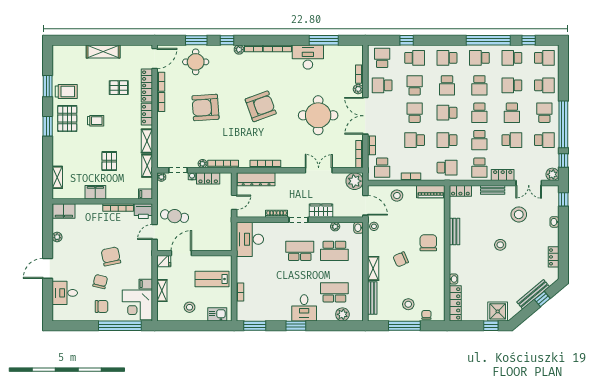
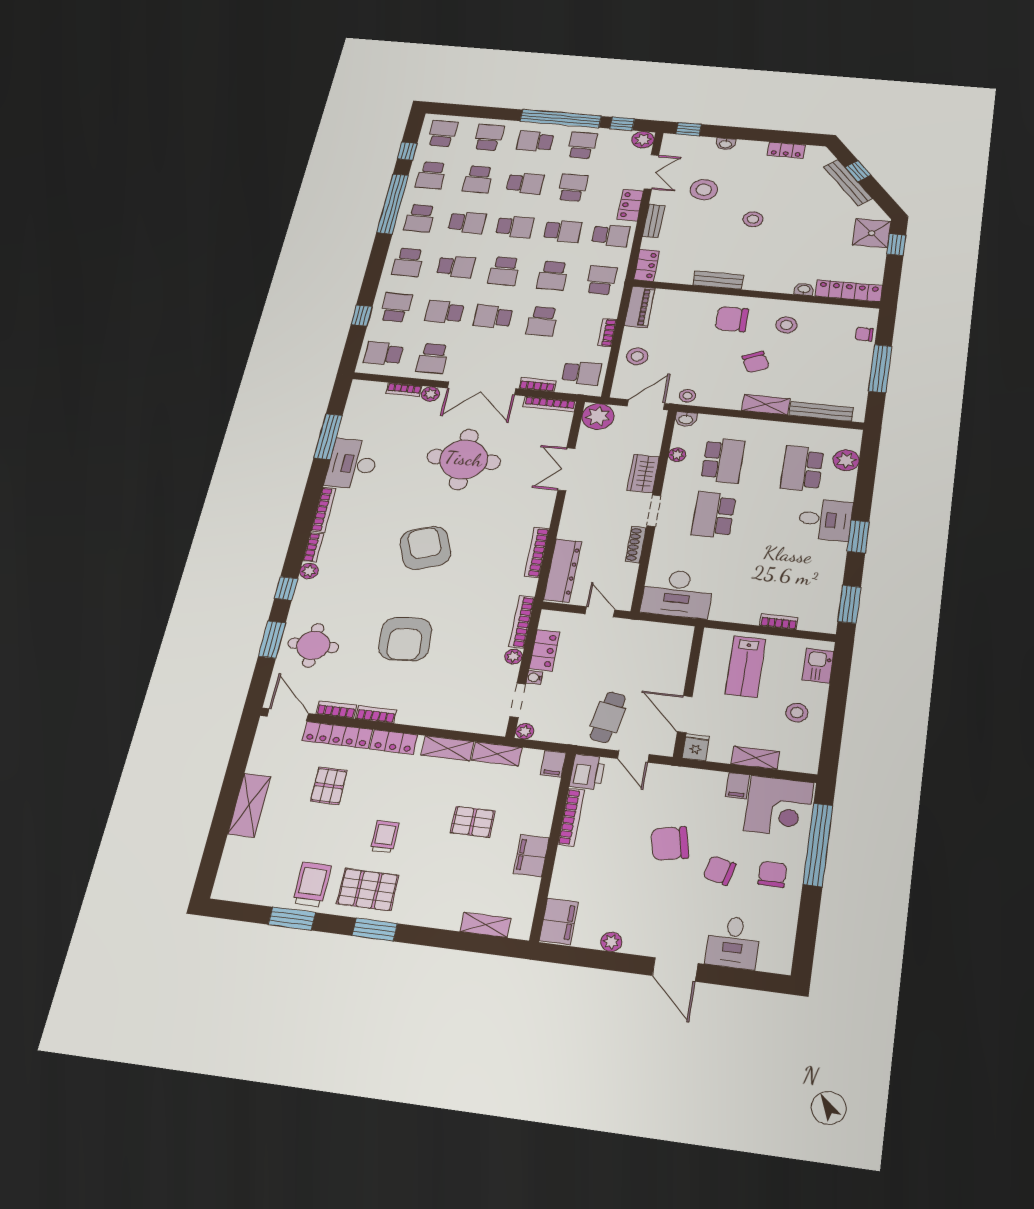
stool: (408, 304) -> (786, 325), moved

